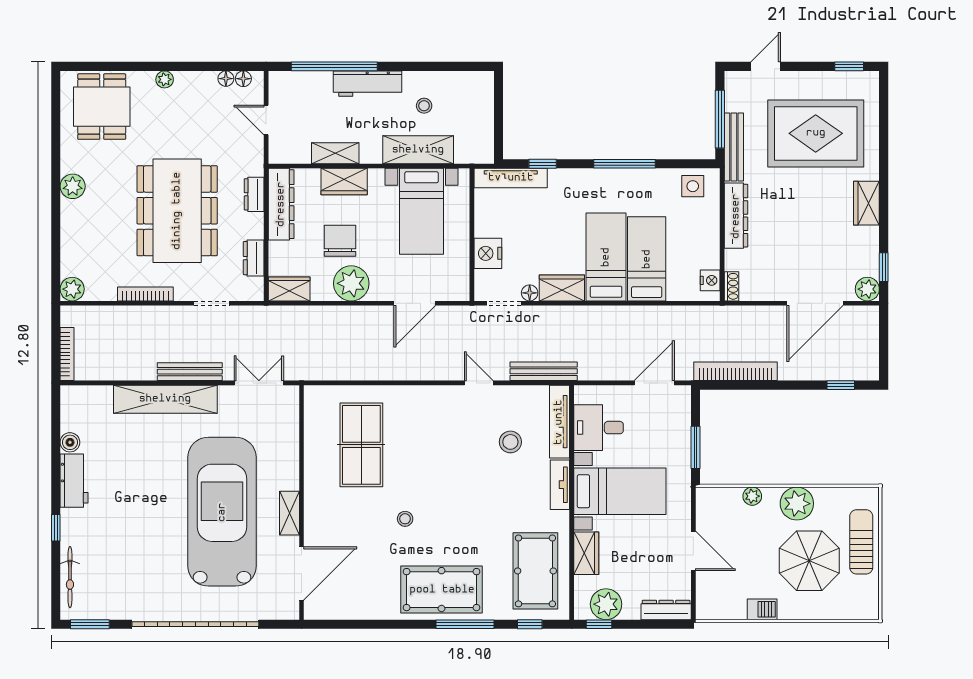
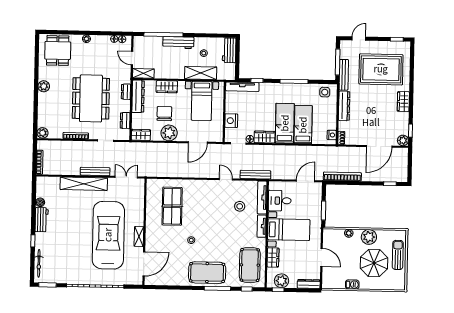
workbench: (480, 98) -> (229, 50), added
shelving: (335, 153) -> (143, 73), moved

